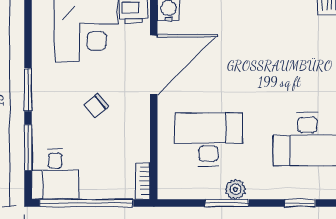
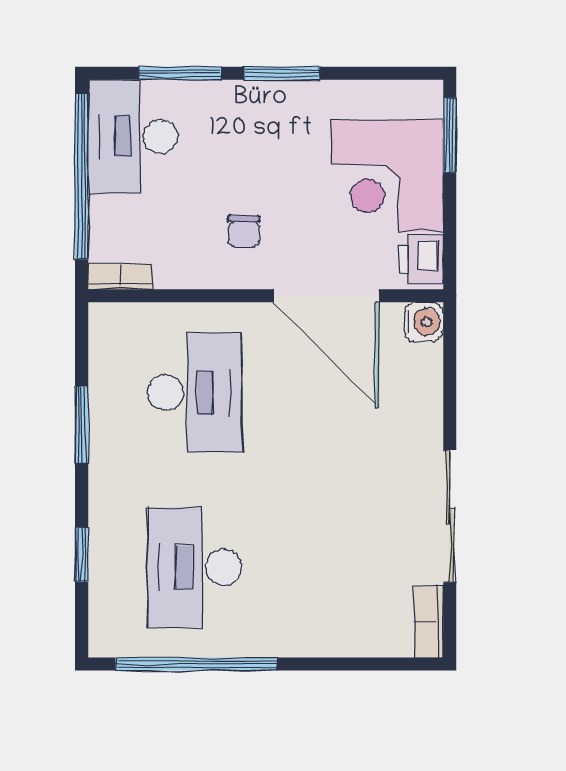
chair: (96, 105) -> (244, 231), moved, turned -140
desk: (55, 174) -> (133, 136), width x1.37
plant: (235, 189) -> (106, 440), removed

